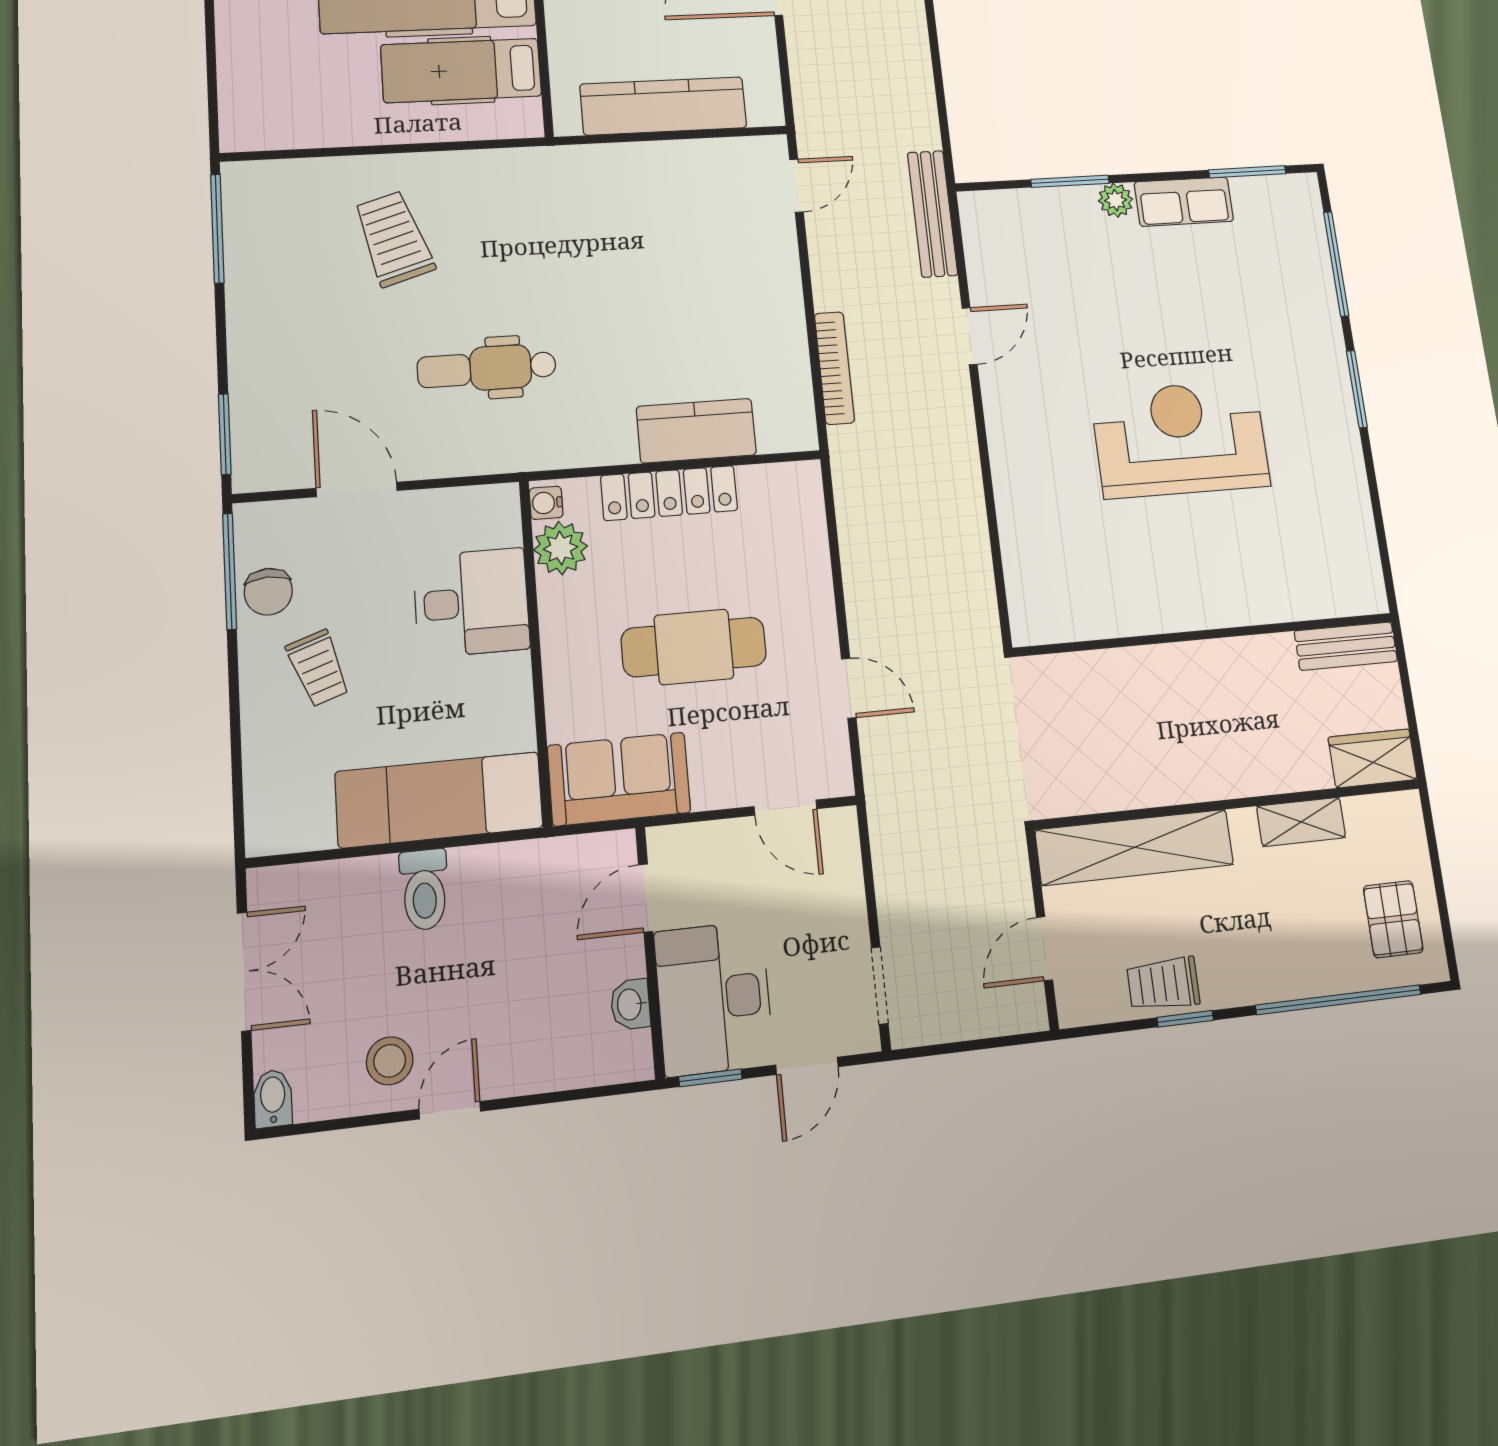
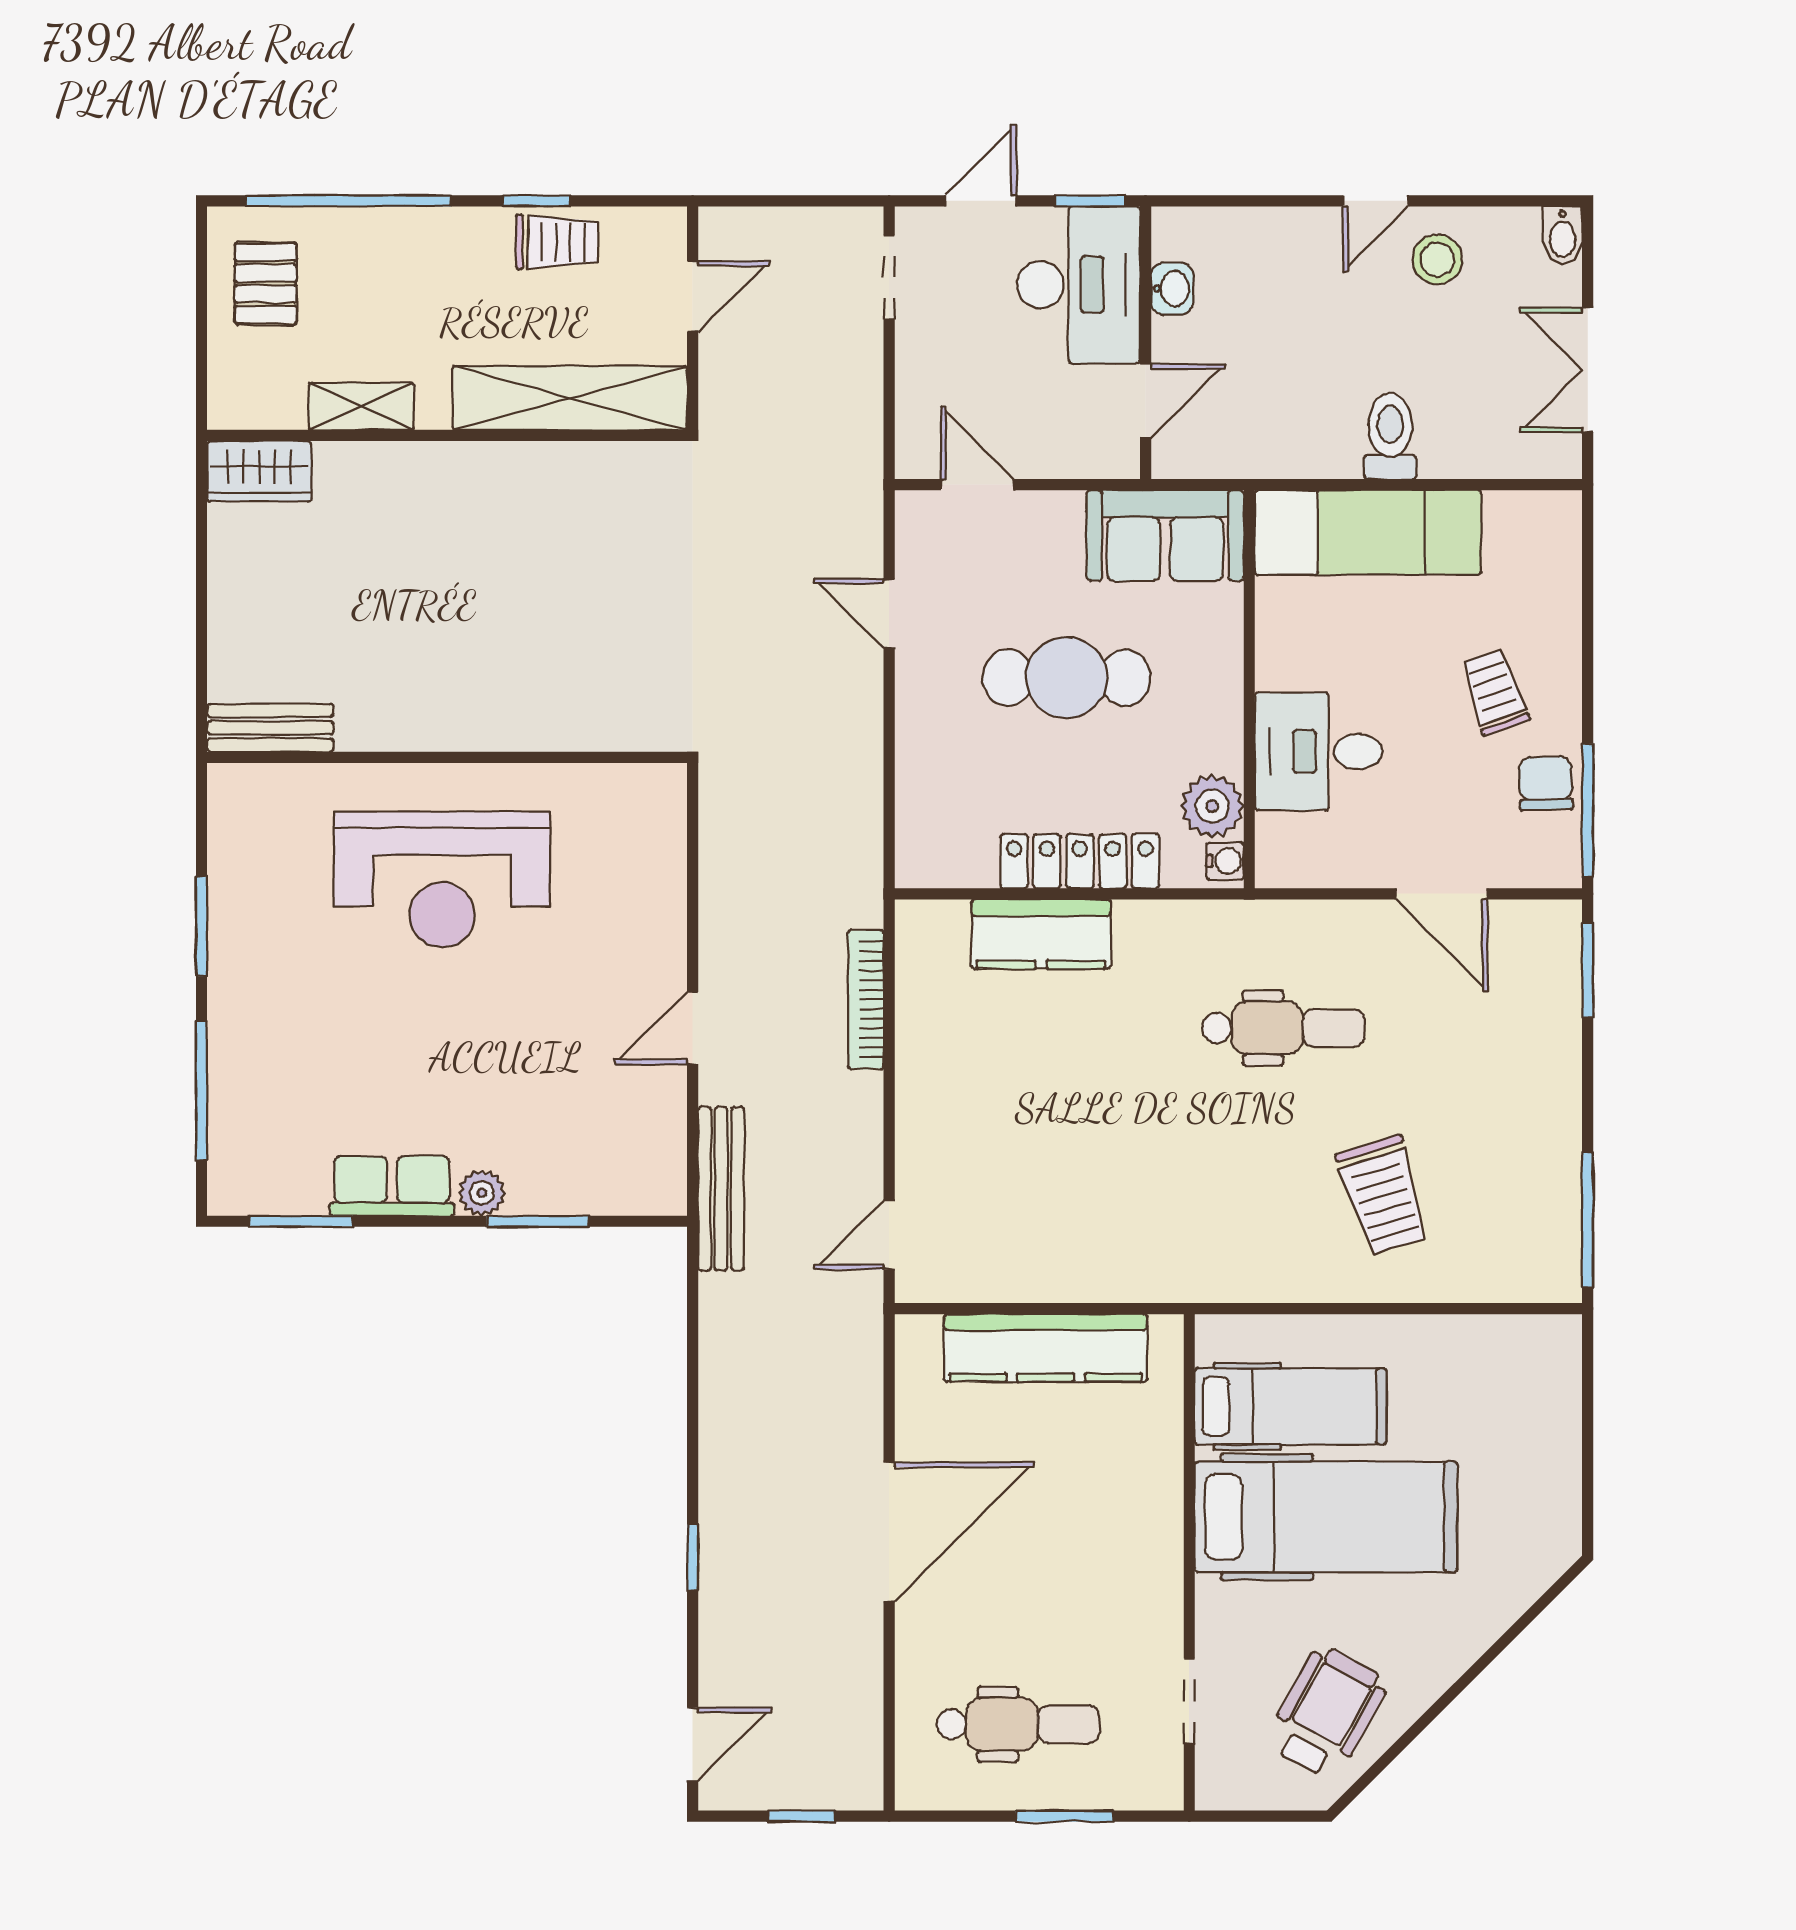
wall: (1205, 635) -> (447, 757), moved
bench: (1346, 646) -> (270, 728), moved

